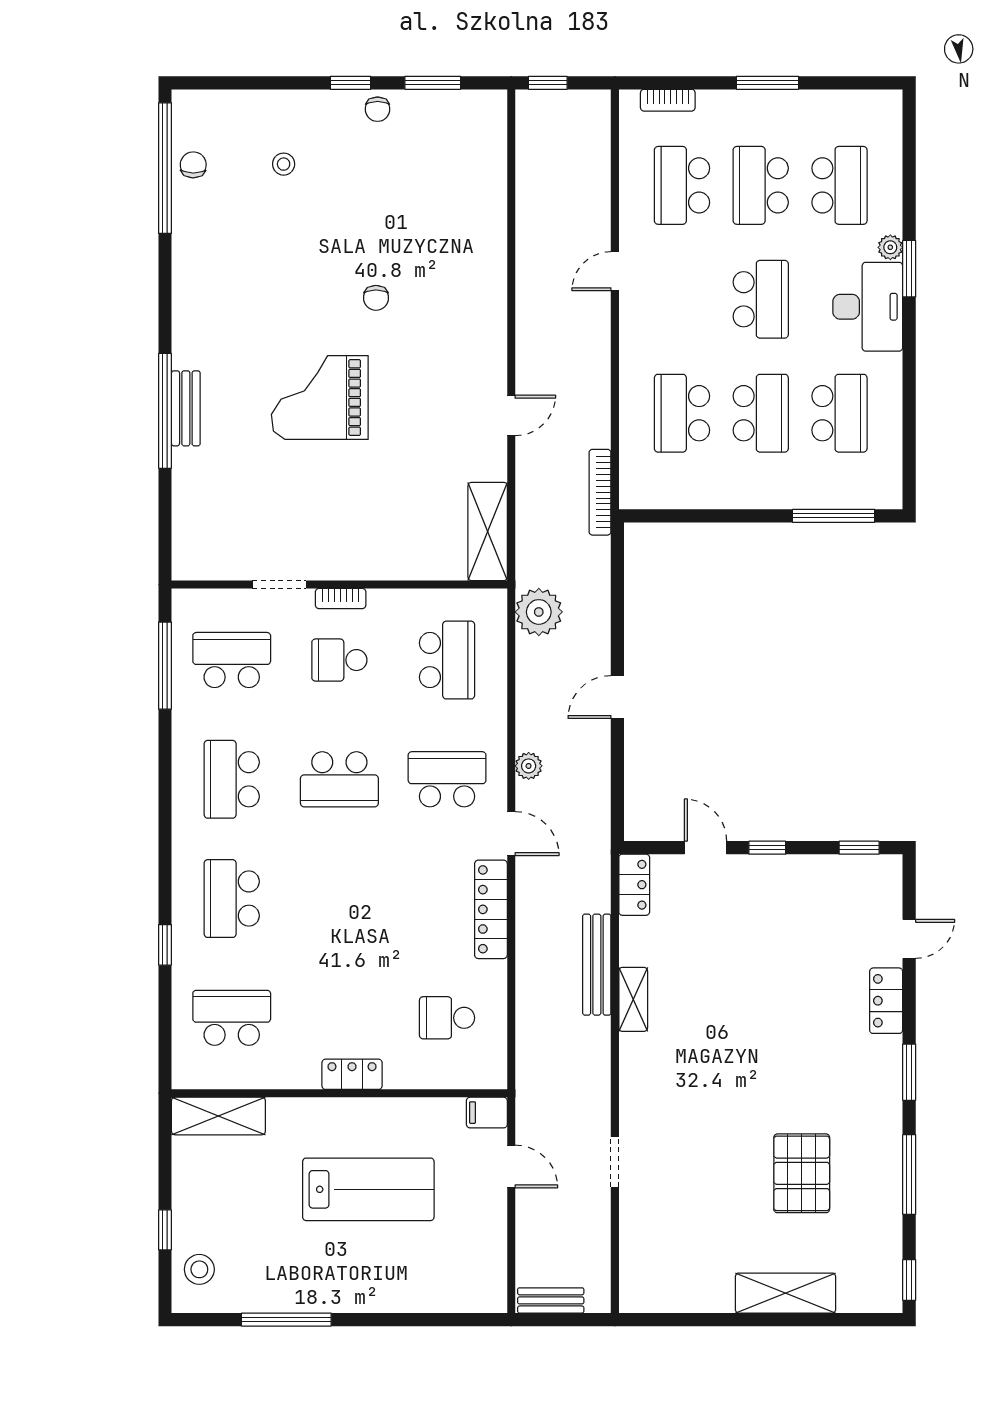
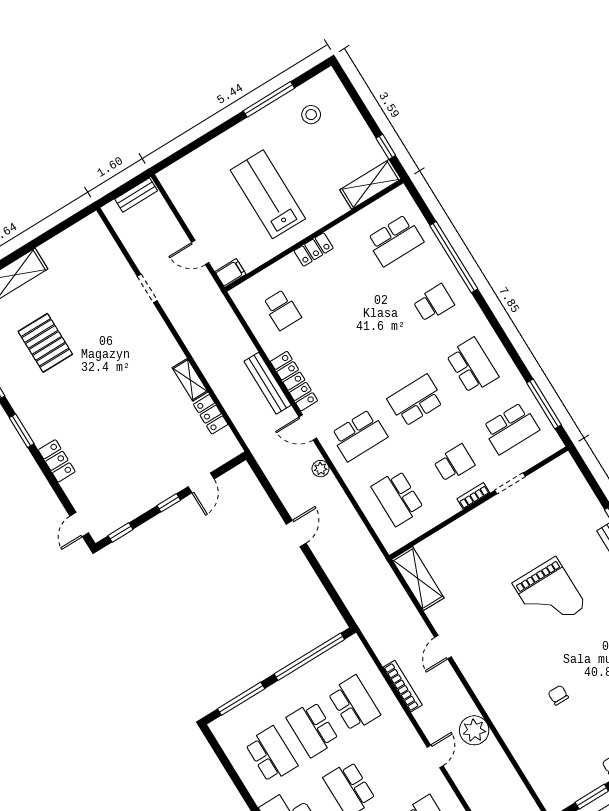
chair: (376, 298) -> (558, 695), moved
grand piano: (320, 398) -> (549, 595), turned 90
school desk: (839, 413) -> (271, 754), turned 180
bookcase: (600, 492) -> (403, 686), moved
window: (704, 516) -> (309, 657), added
plant: (539, 612) -> (474, 730), moved
door: (706, 848) -> (201, 483), hinge flipped
locker: (634, 885) -> (211, 414), moved
school desk: (232, 899) -> (434, 303), width x0.54
door: (909, 939) -> (79, 524), moved
window: (165, 945) -> (454, 257), width x3.17
bench: (597, 965) -> (268, 383), moved
school desk: (447, 1018) -> (282, 310), turned 90
lab bench: (368, 1189) -> (268, 194), turned 90
window: (165, 1230) -> (386, 147), moved
stool: (199, 1269) -> (311, 115), moved

